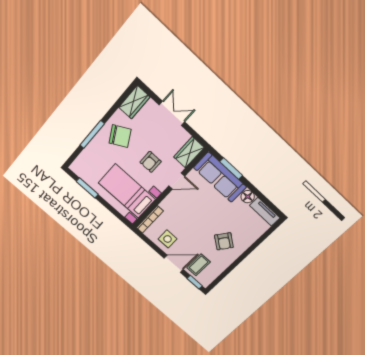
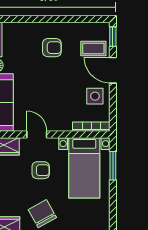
window: (87, 188) -> (113, 166), moved
armchair: (224, 241) -> (52, 48), turned 54

